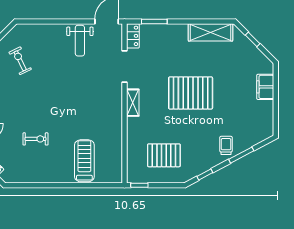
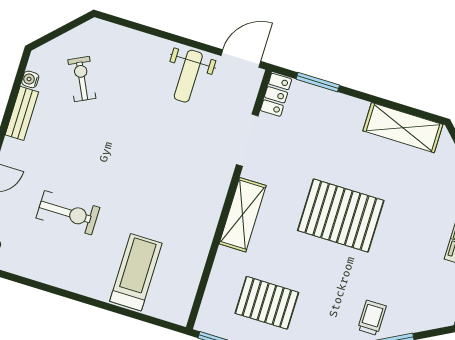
shelving: (133, 103) -> (243, 215), width x1.50, depth x1.33
exercise bike: (36, 139) -> (68, 213), width x1.38, depth x1.39

